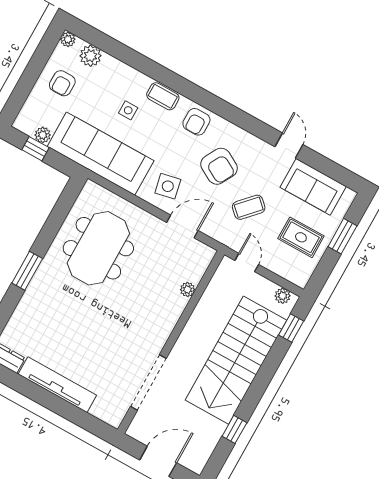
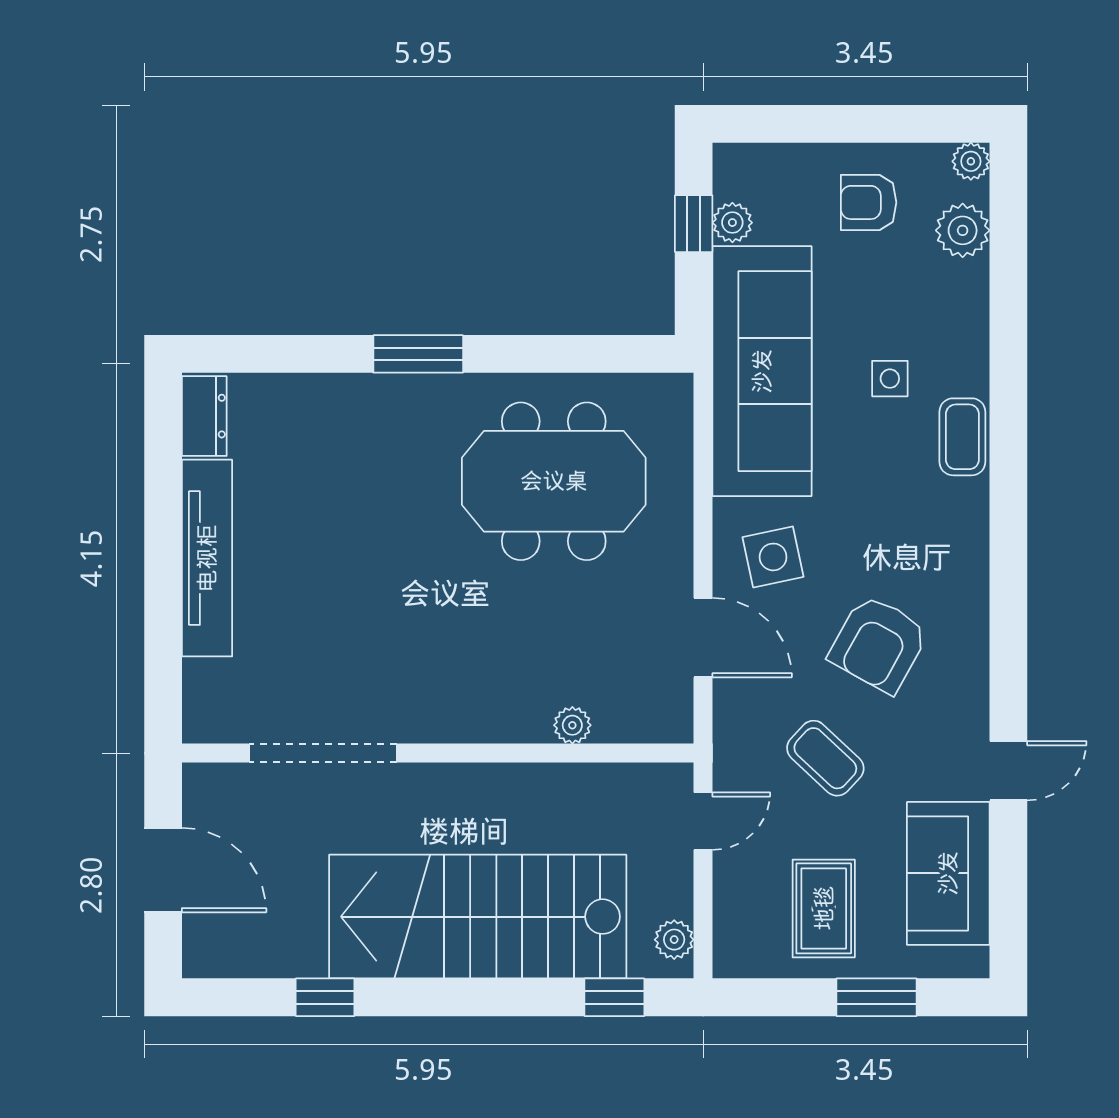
armchair: (196, 122) -> (948, 541), removed

